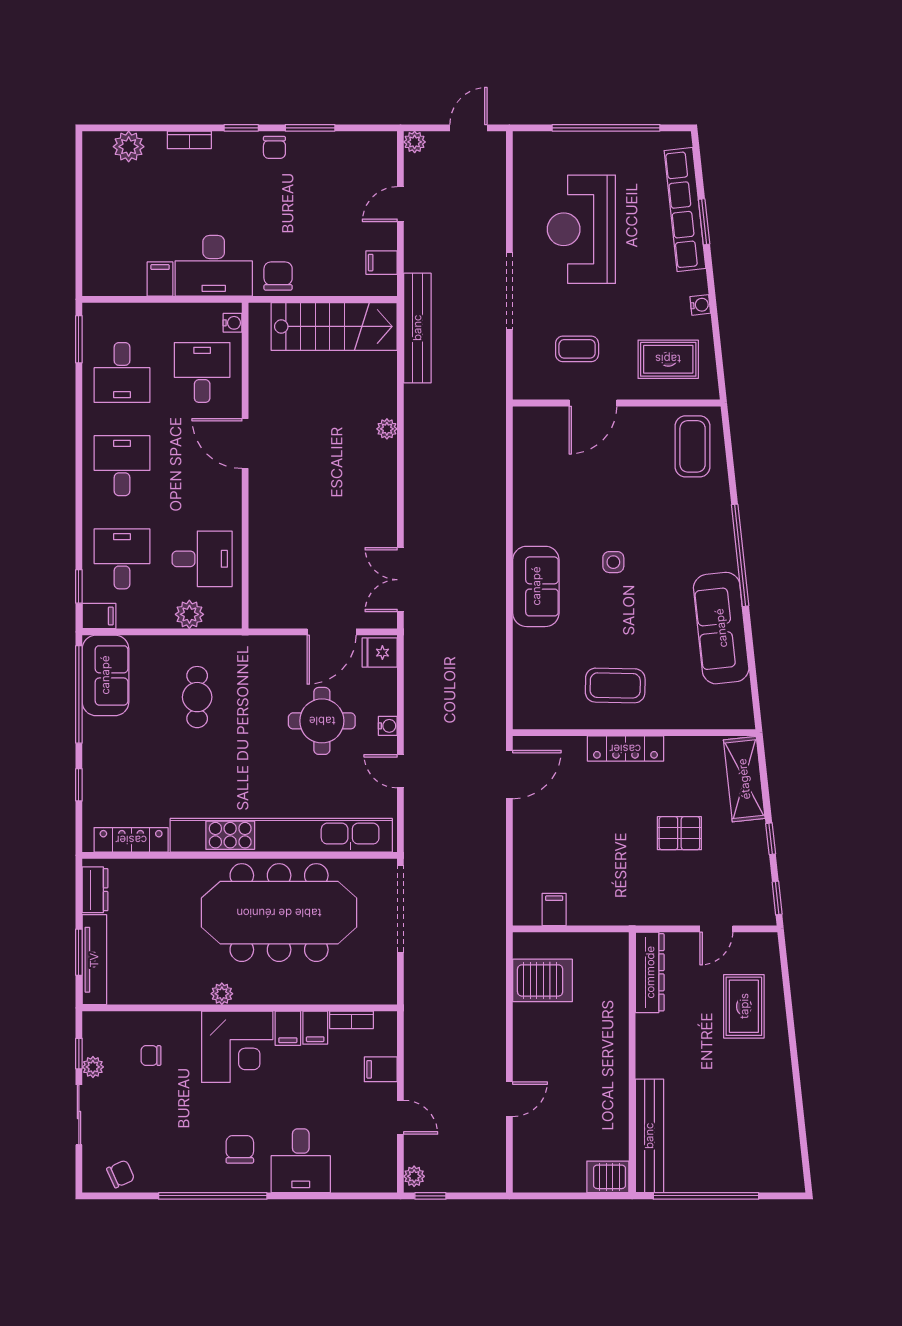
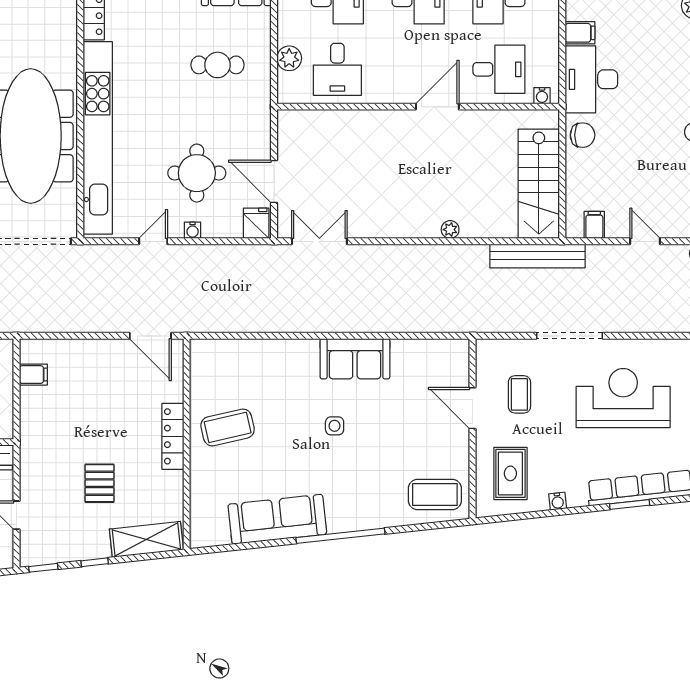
sofa: (536, 586) -> (355, 359), moved
coffee table: (615, 685) -> (228, 427), turned 76

